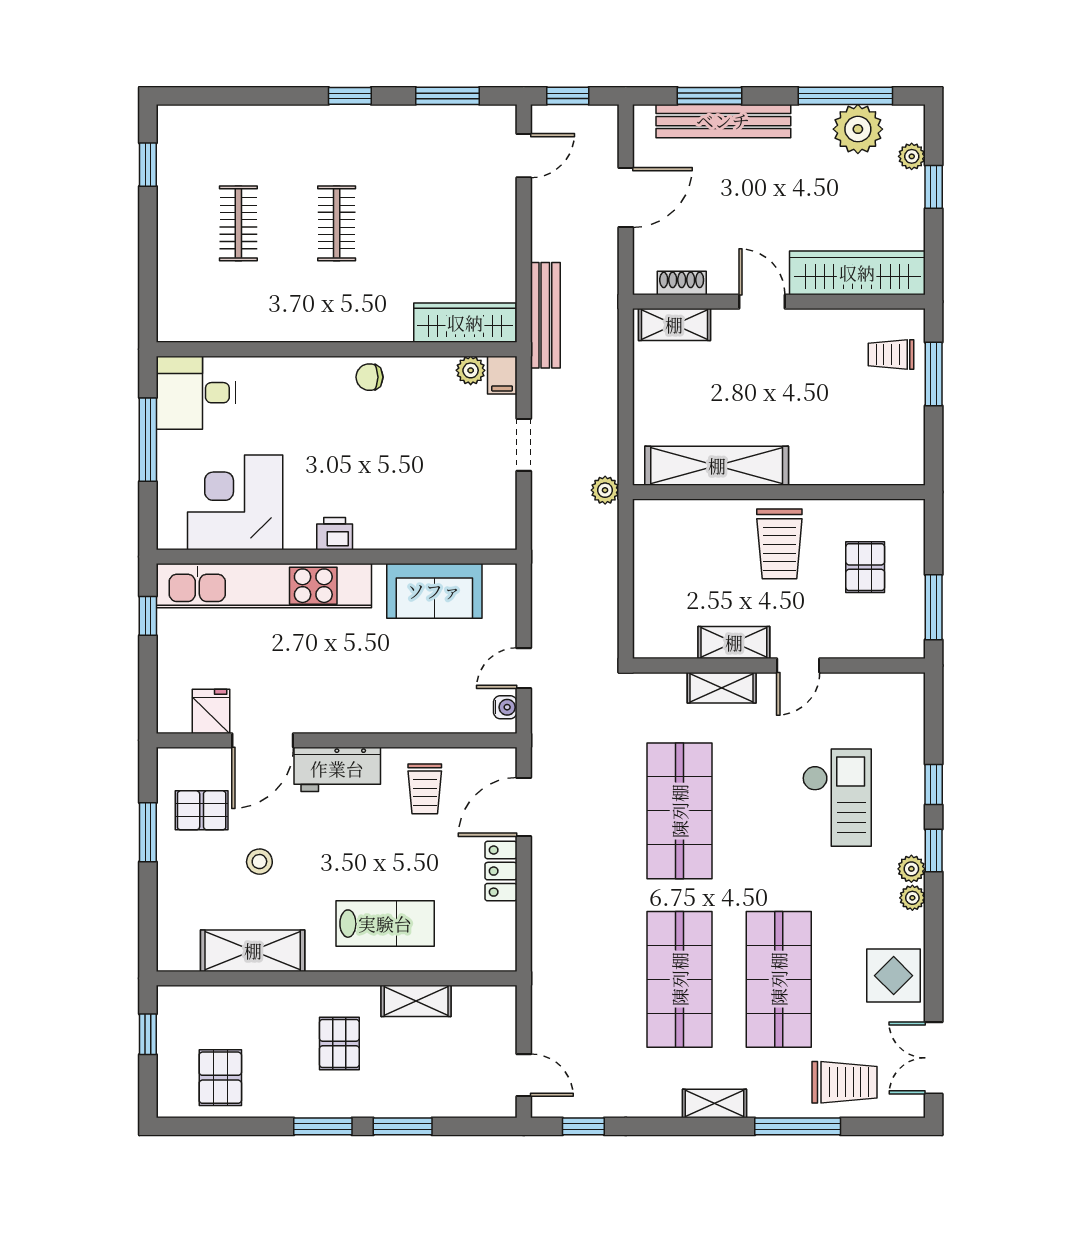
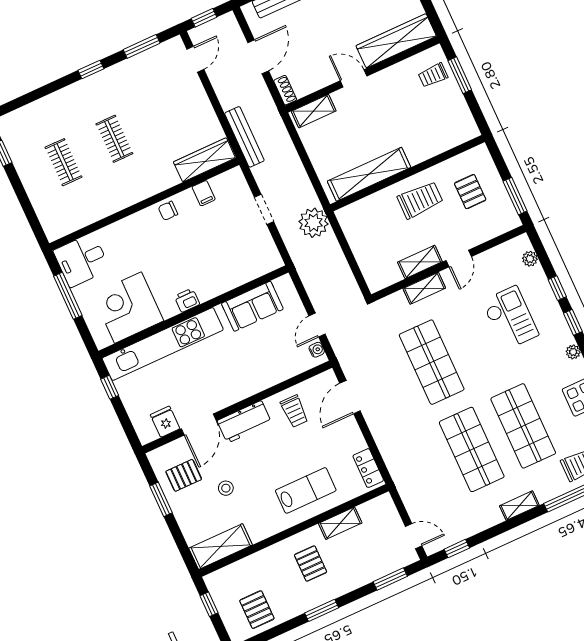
shoe rack: (682, 283) -> (285, 90), moved, turned 90
plant: (471, 370) -> (219, 183), removed
filing cabinet: (502, 375) -> (204, 193), moved
plant: (605, 490) -> (313, 223), width x1.87, depth x1.87
trolley: (779, 544) -> (420, 200), turned -90
plant: (911, 869) -> (530, 259), moved
locker: (501, 871) -> (368, 468), moved
shelving: (253, 951) -> (221, 547), moved
window: (403, 1126) -> (390, 579), moved

